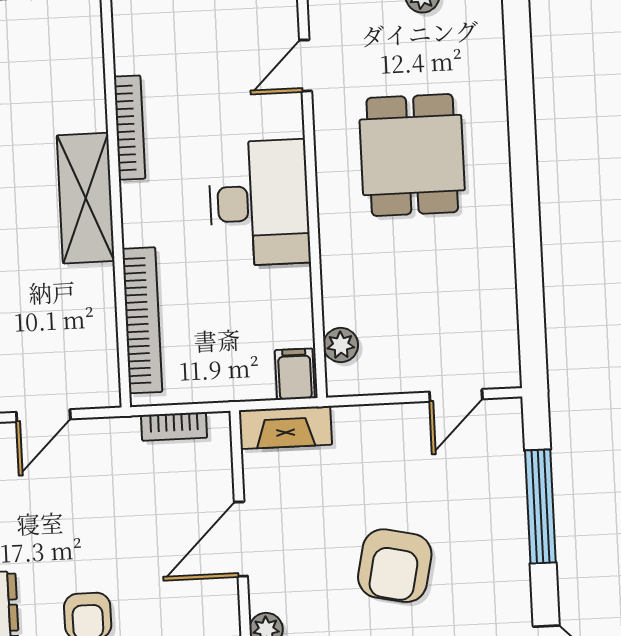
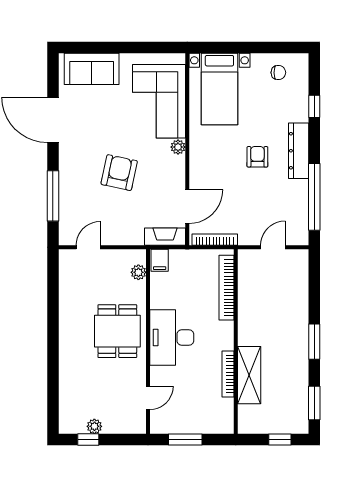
dining table: (412, 155) -> (117, 331), moved
shelving: (86, 198) -> (249, 375), moved
bookcase: (174, 426) -> (215, 240), width x1.56
door: (241, 539) -> (187, 207), moved

